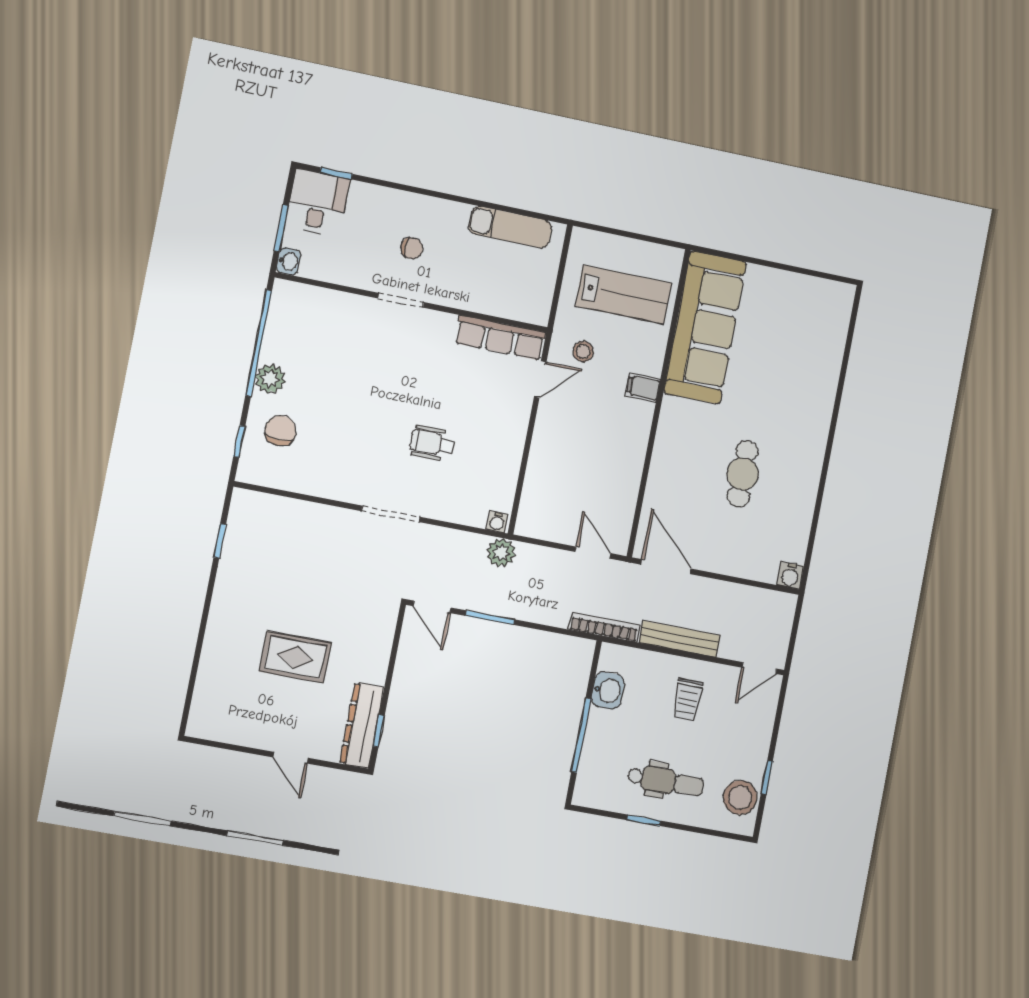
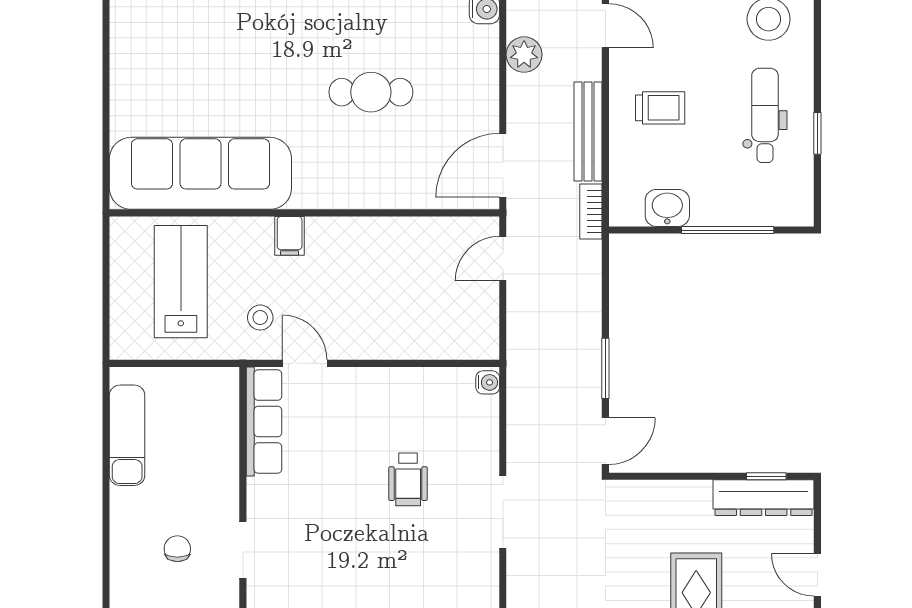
plant: (501, 553) -> (524, 55), moved
bookcase: (604, 627) -> (591, 211), width x0.64
door: (291, 758) -> (817, 575), swing flipped

